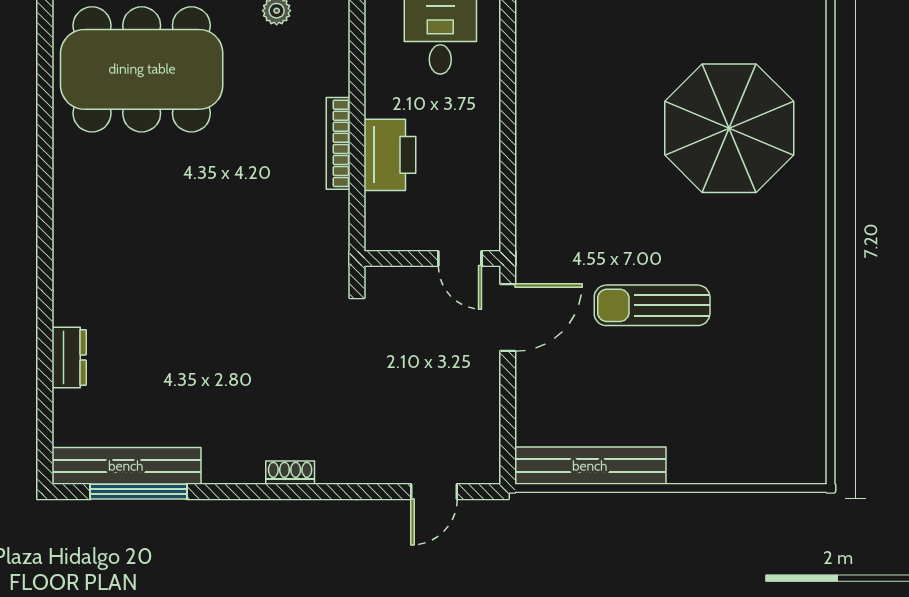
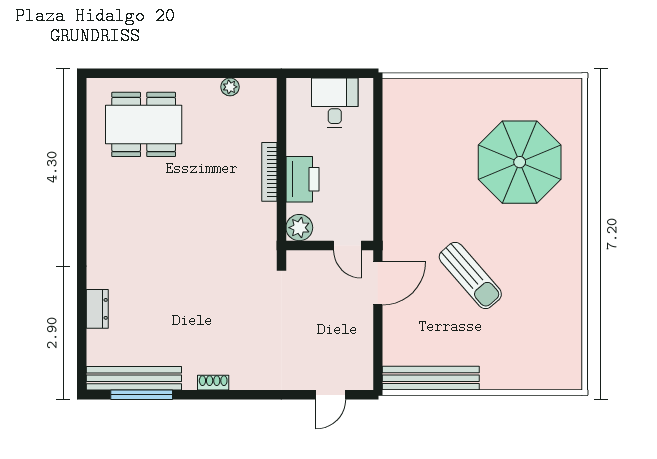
dining table: (142, 69) -> (144, 124), width x0.73, depth x0.80
plant: (385, 230) -> (299, 228), added
sun lounger: (652, 305) -> (470, 276), turned -131
shoe rack: (290, 473) -> (213, 383), moved

